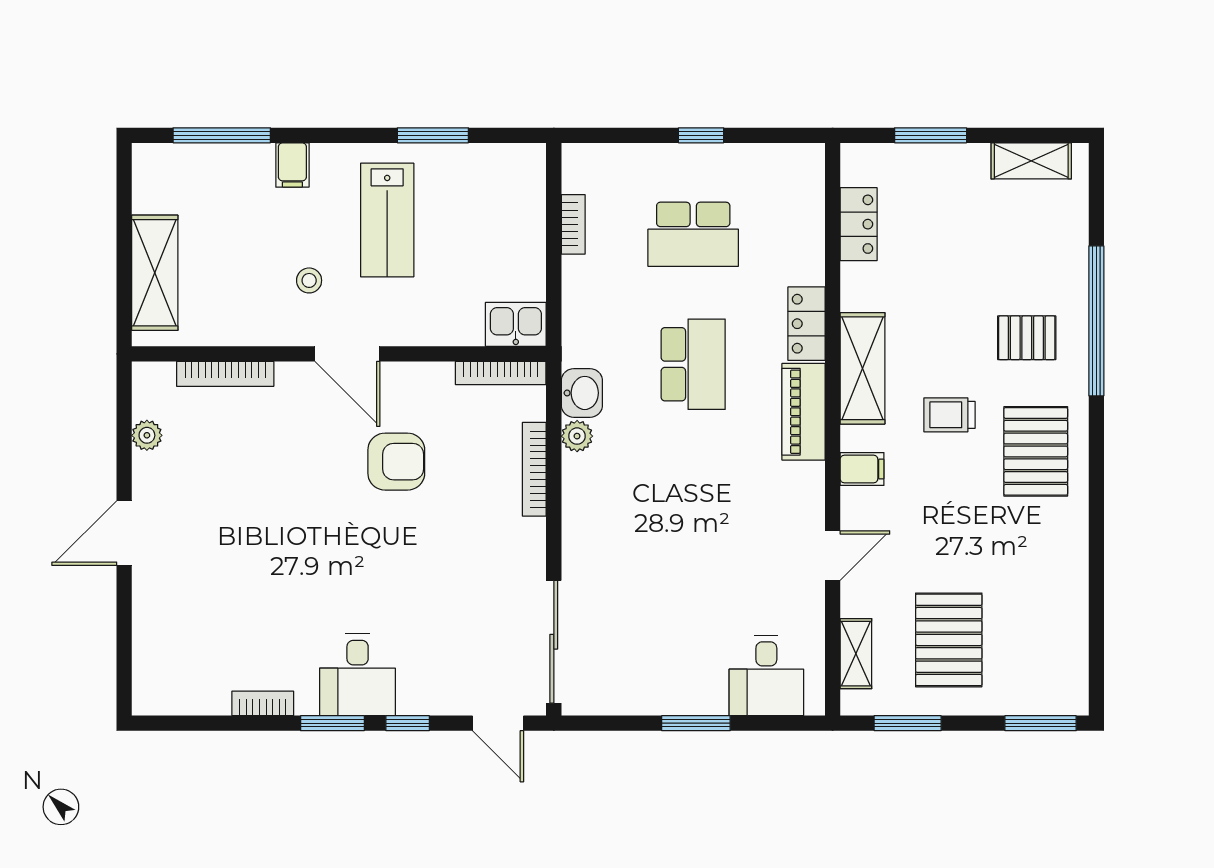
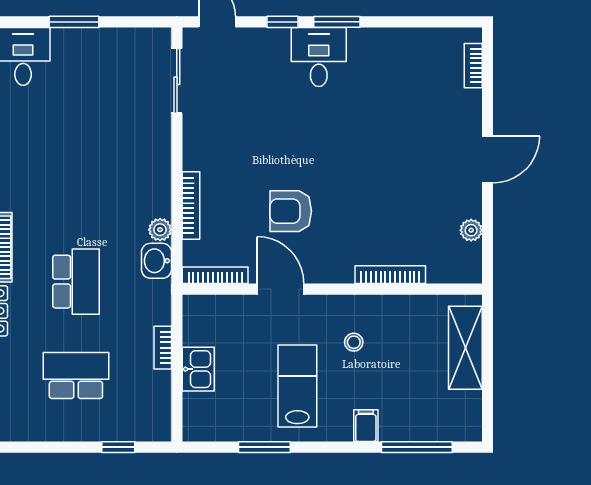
window: (701, 135) -> (118, 447), moved
bookcase: (573, 224) -> (163, 348), moved
kitchen sink: (516, 324) -> (198, 369), moved, turned -90
door: (347, 354) -> (280, 289), moved
school desk: (693, 364) -> (76, 282), turned 180
bookcase: (225, 374) -> (390, 275), moved
sliding door: (554, 642) -> (177, 81), width x0.73
bookcase: (263, 703) -> (473, 66), moved, turned 90

